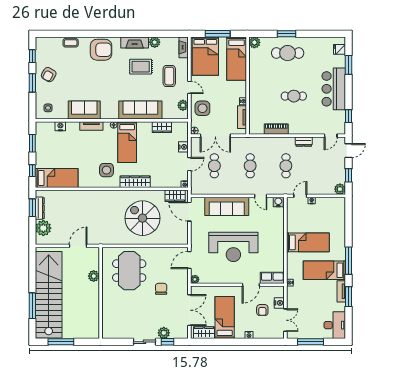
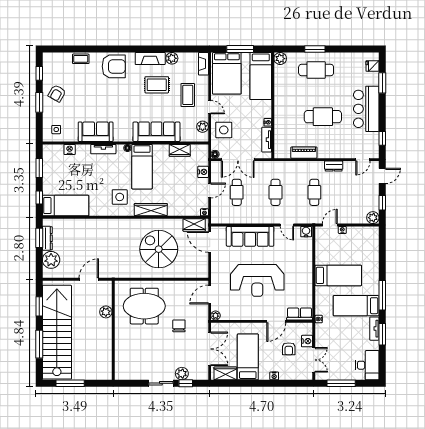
cafe table: (294, 96) -> (323, 117), width x1.37, depth x1.35
window: (32, 271) -> (39, 306), added
meeting table: (129, 271) -> (144, 306), turned 90

